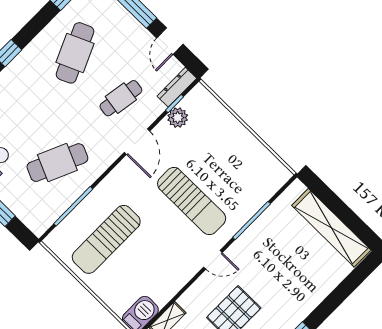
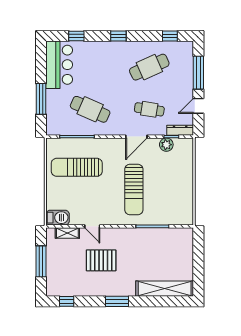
shelving: (331, 228) -> (165, 289), moved, turned 90
door: (213, 260) -> (92, 226), moved

